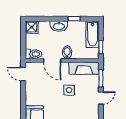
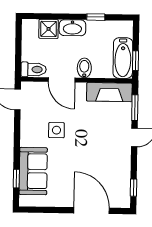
shower: (32, 27) -> (49, 29), moved
bathtub: (92, 34) -> (123, 58), moved
side table: (69, 90) -> (56, 130), moved

